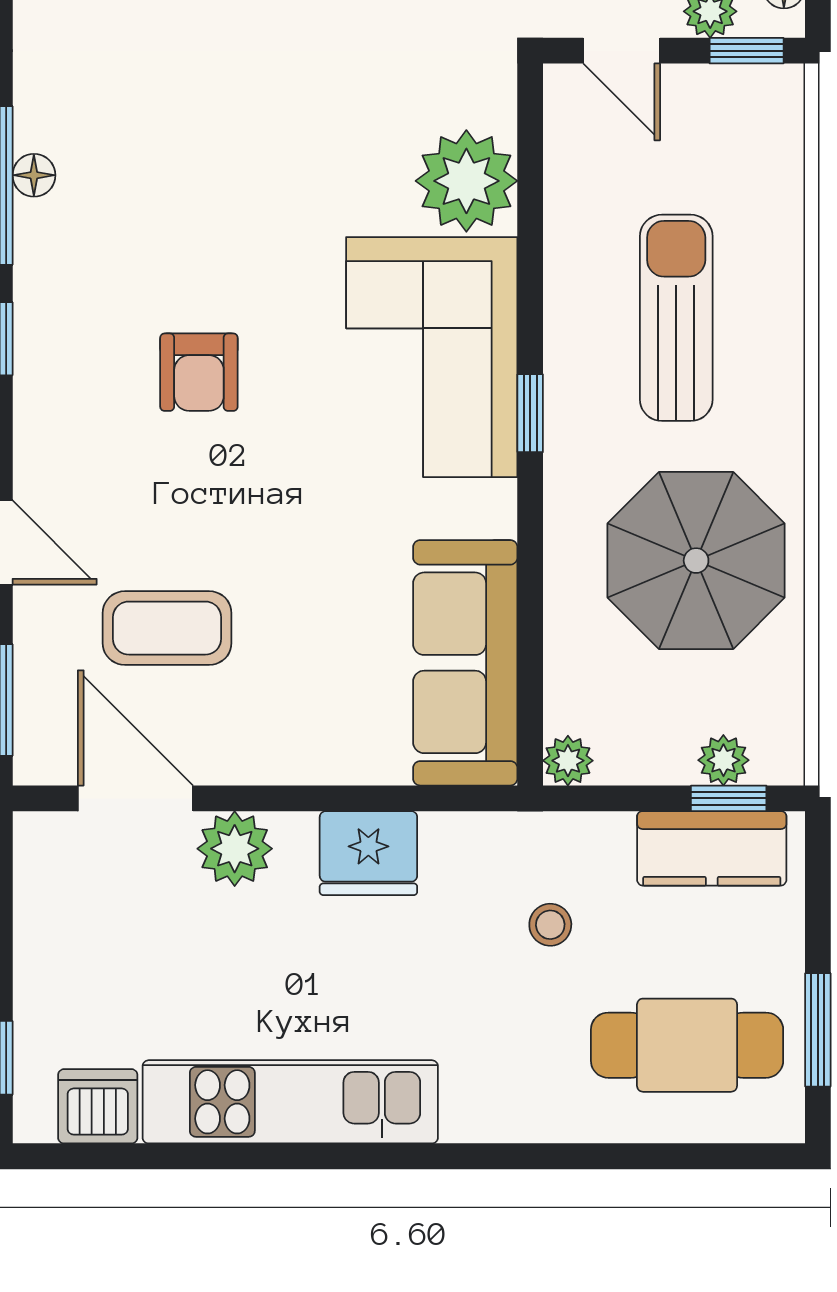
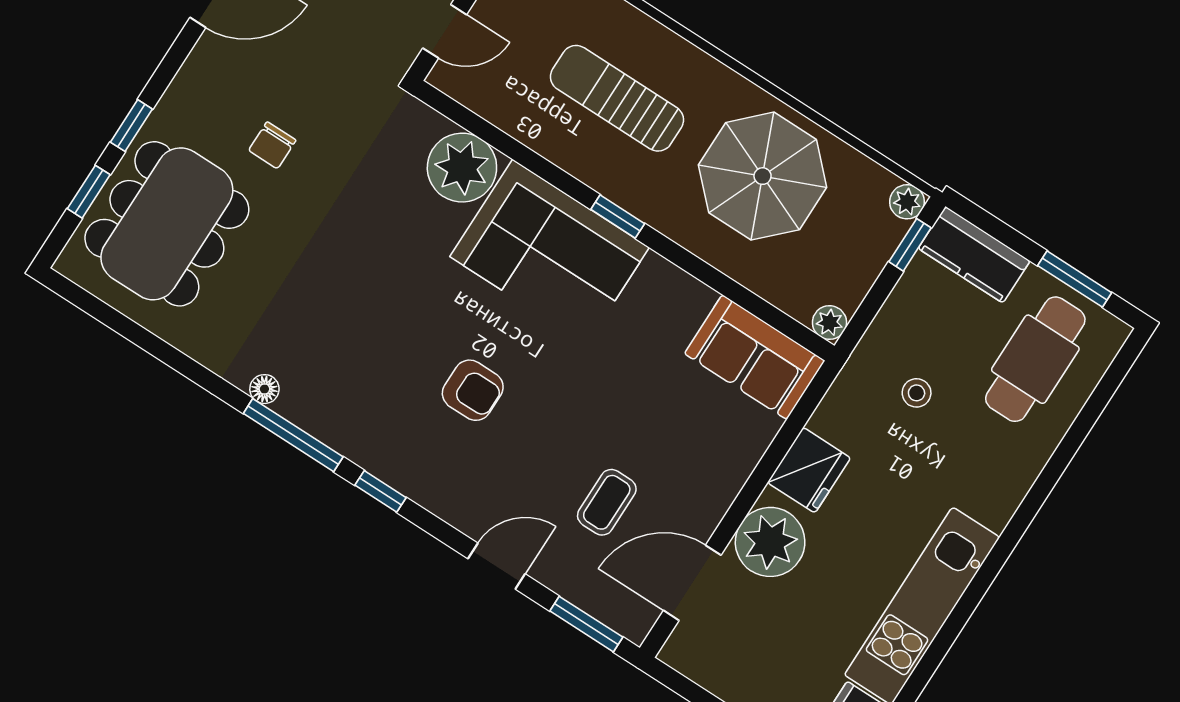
floor lamp: (34, 175) -> (264, 389), moved
coffee table: (167, 628) -> (607, 502), width x0.73, depth x0.77
sofa: (465, 663) -> (755, 357), width x0.73
plant: (723, 760) -> (907, 202), moved
kitchen counter: (712, 848) -> (974, 255), moved, turned 90
plant: (235, 849) -> (770, 542), width x1.36, depth x1.36

